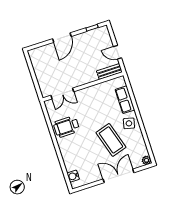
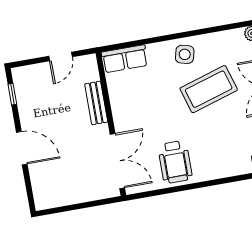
bench: (109, 71) -> (96, 103), moved
double door: (62, 93) -> (117, 161), width x1.37
row of seats: (125, 100) -> (125, 59), moved

